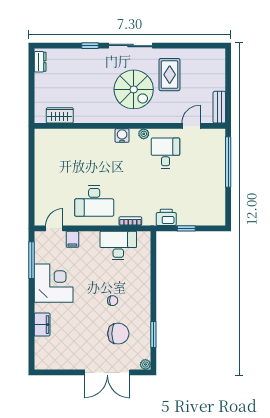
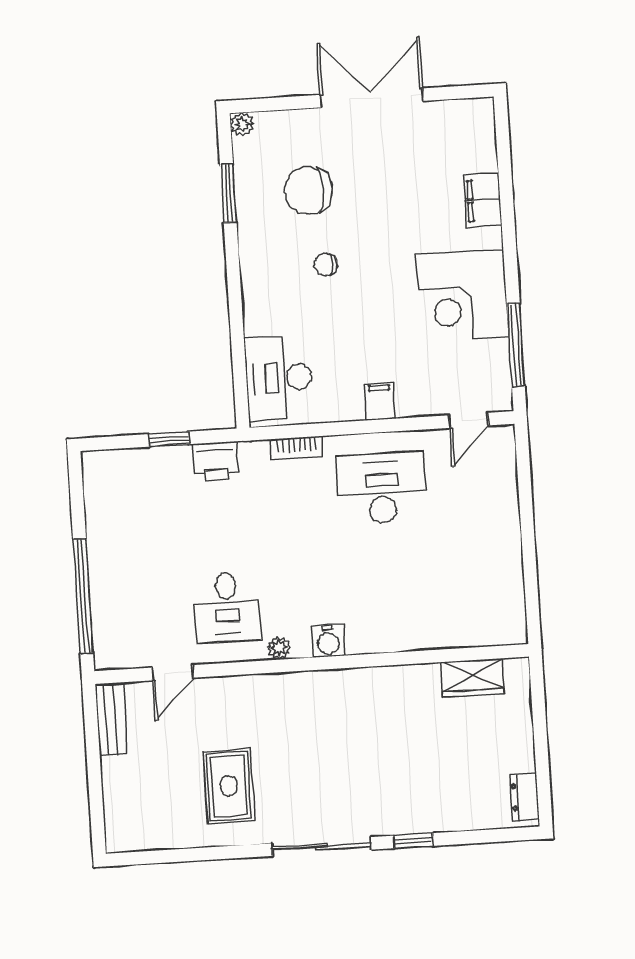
spiral stairs: (134, 89) -> (308, 747), removed
filing cabinet: (72, 239) -> (380, 401), moved
desk: (118, 245) -> (279, 378), moved, turned 90
double door: (107, 372) -> (372, 98), moved

